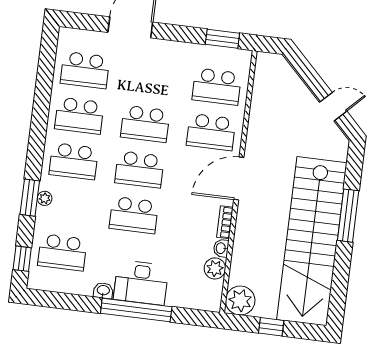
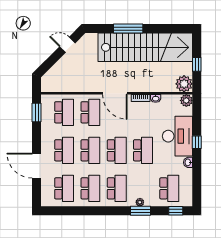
school desk: (151, 78) -> (64, 150), added
door: (333, 107) -> (67, 45), hinge flipped
plant: (215, 268) -> (186, 100), moved
desk: (141, 283) -> (177, 136), width x1.36, depth x1.30
window: (136, 310) -> (197, 142), width x0.32

